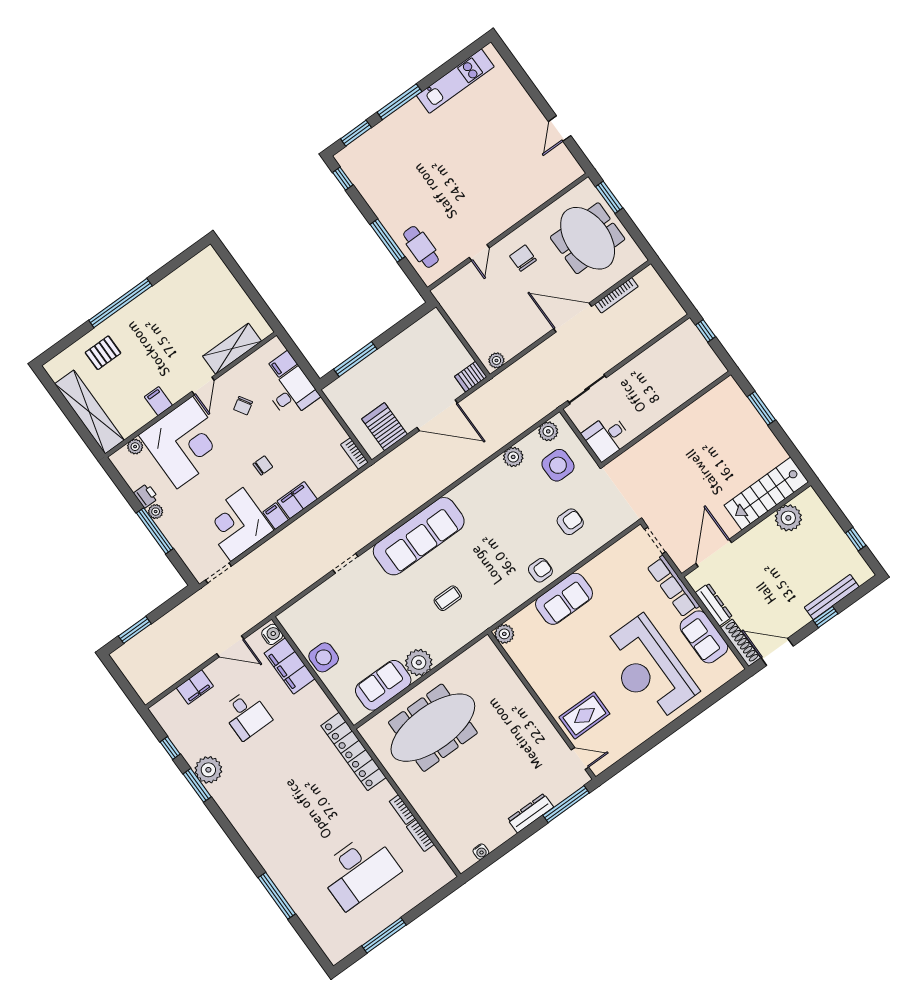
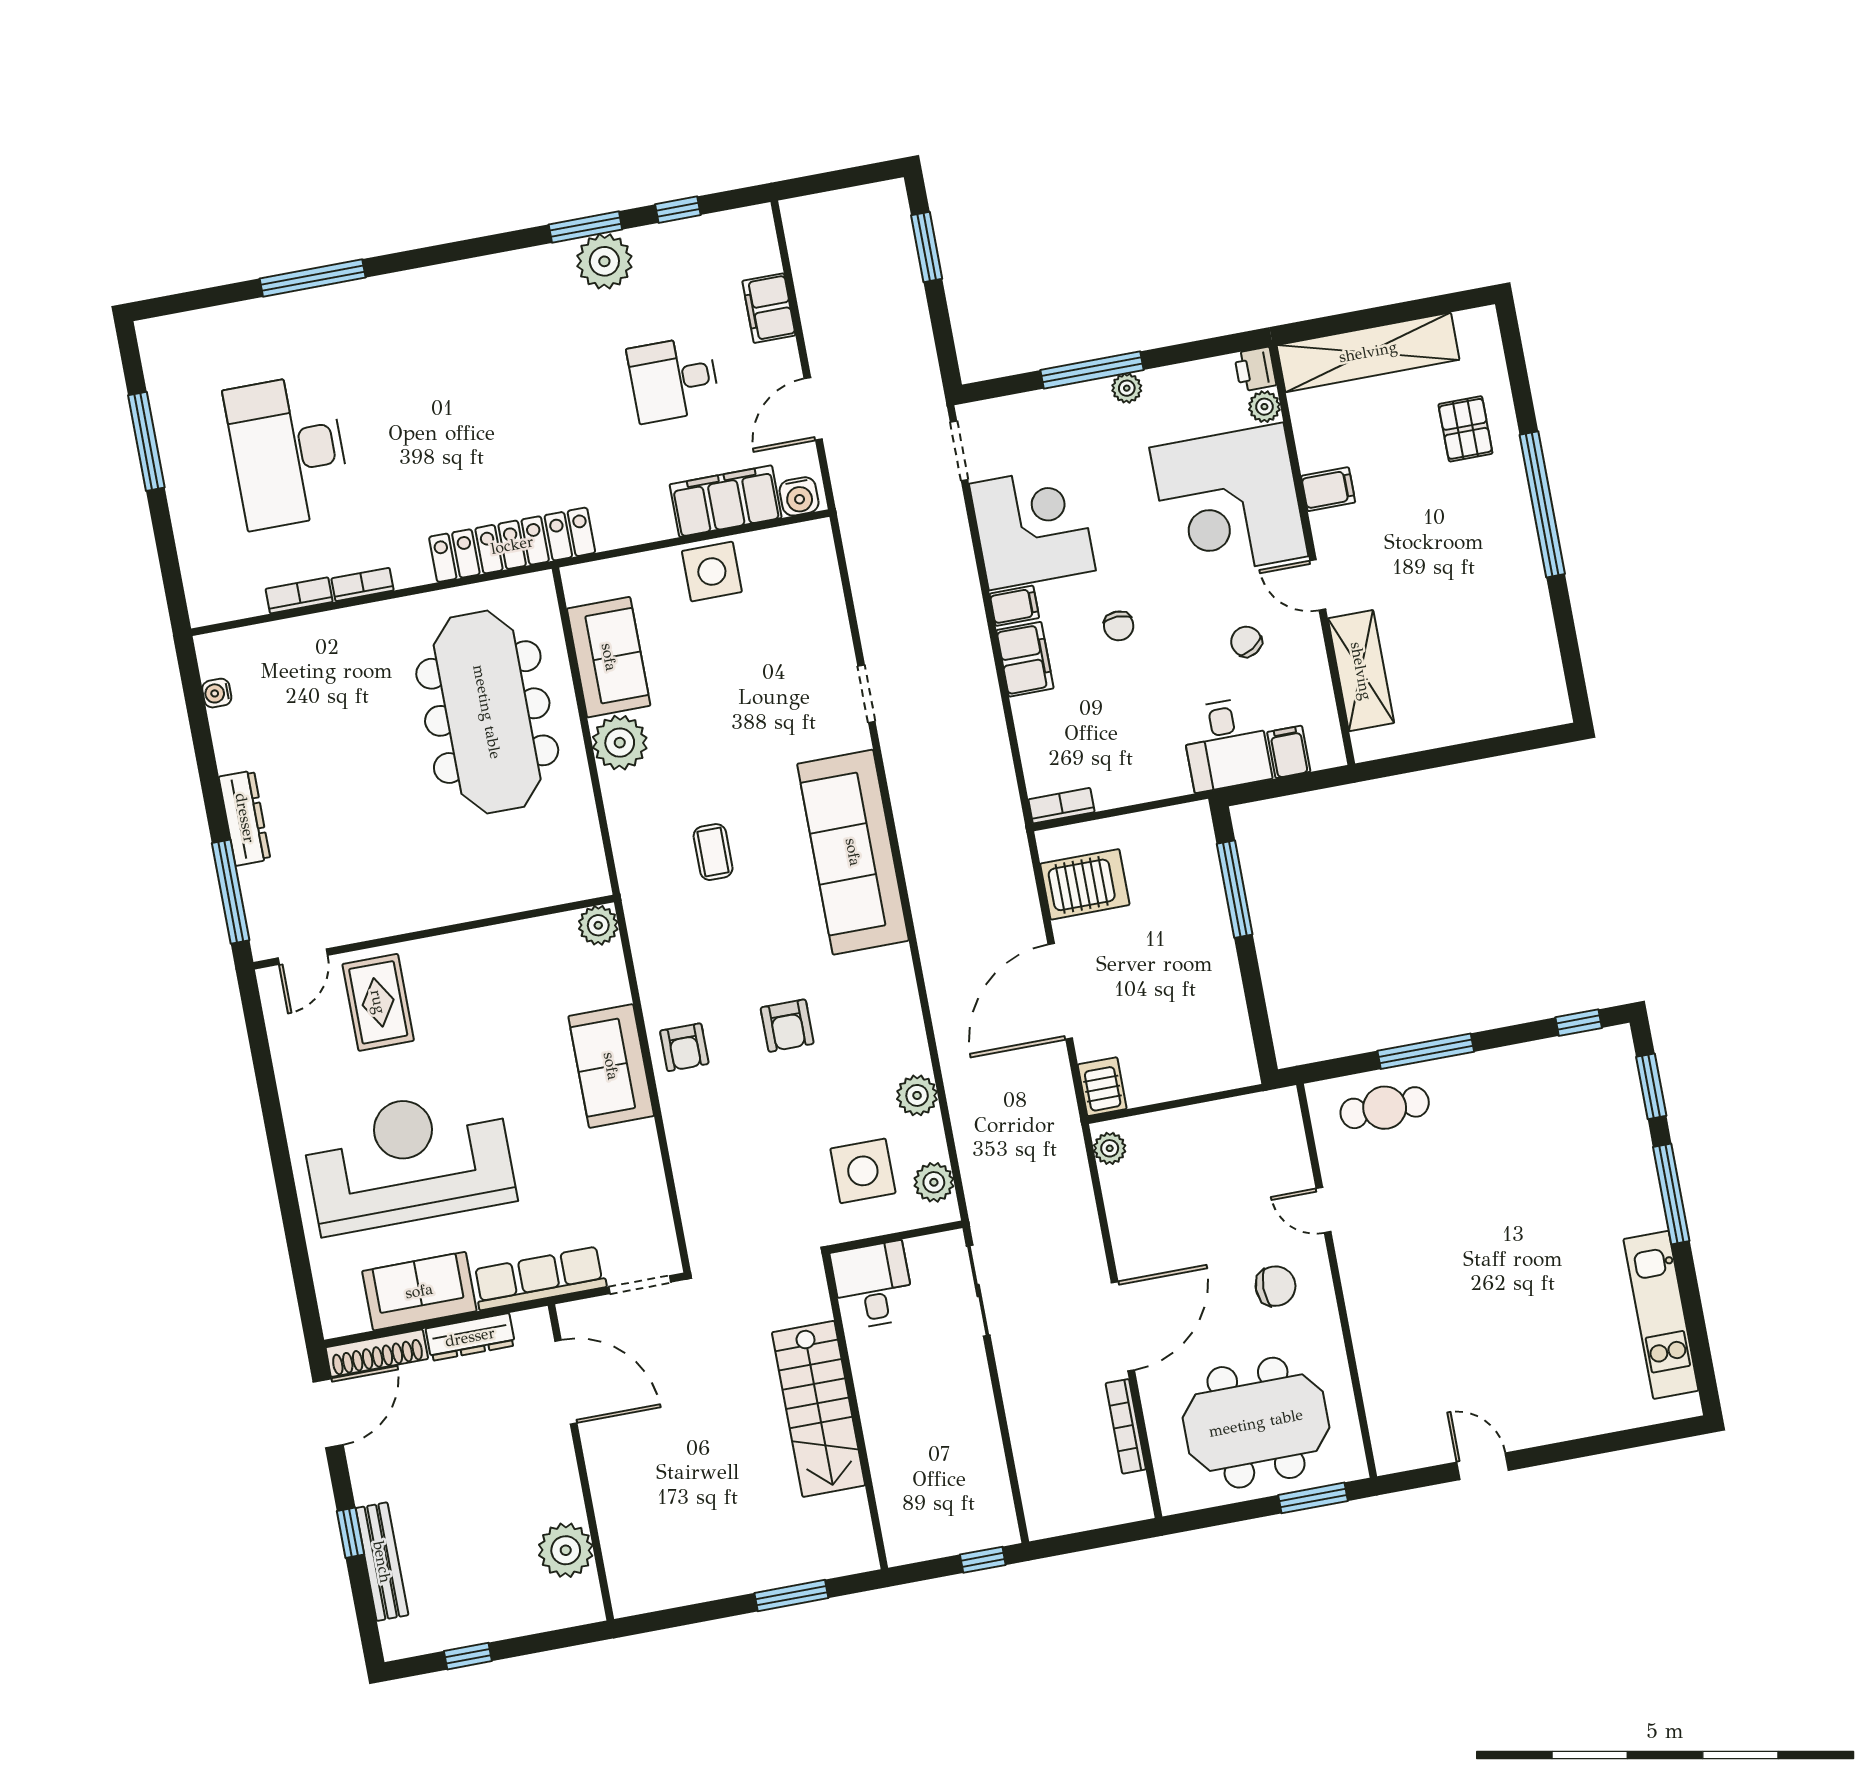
stairs: (766, 494) -> (819, 1409), moved, turned 180
printer: (146, 496) -> (1255, 369), moved, turned 90
armchair: (570, 522) -> (787, 1026), moved

